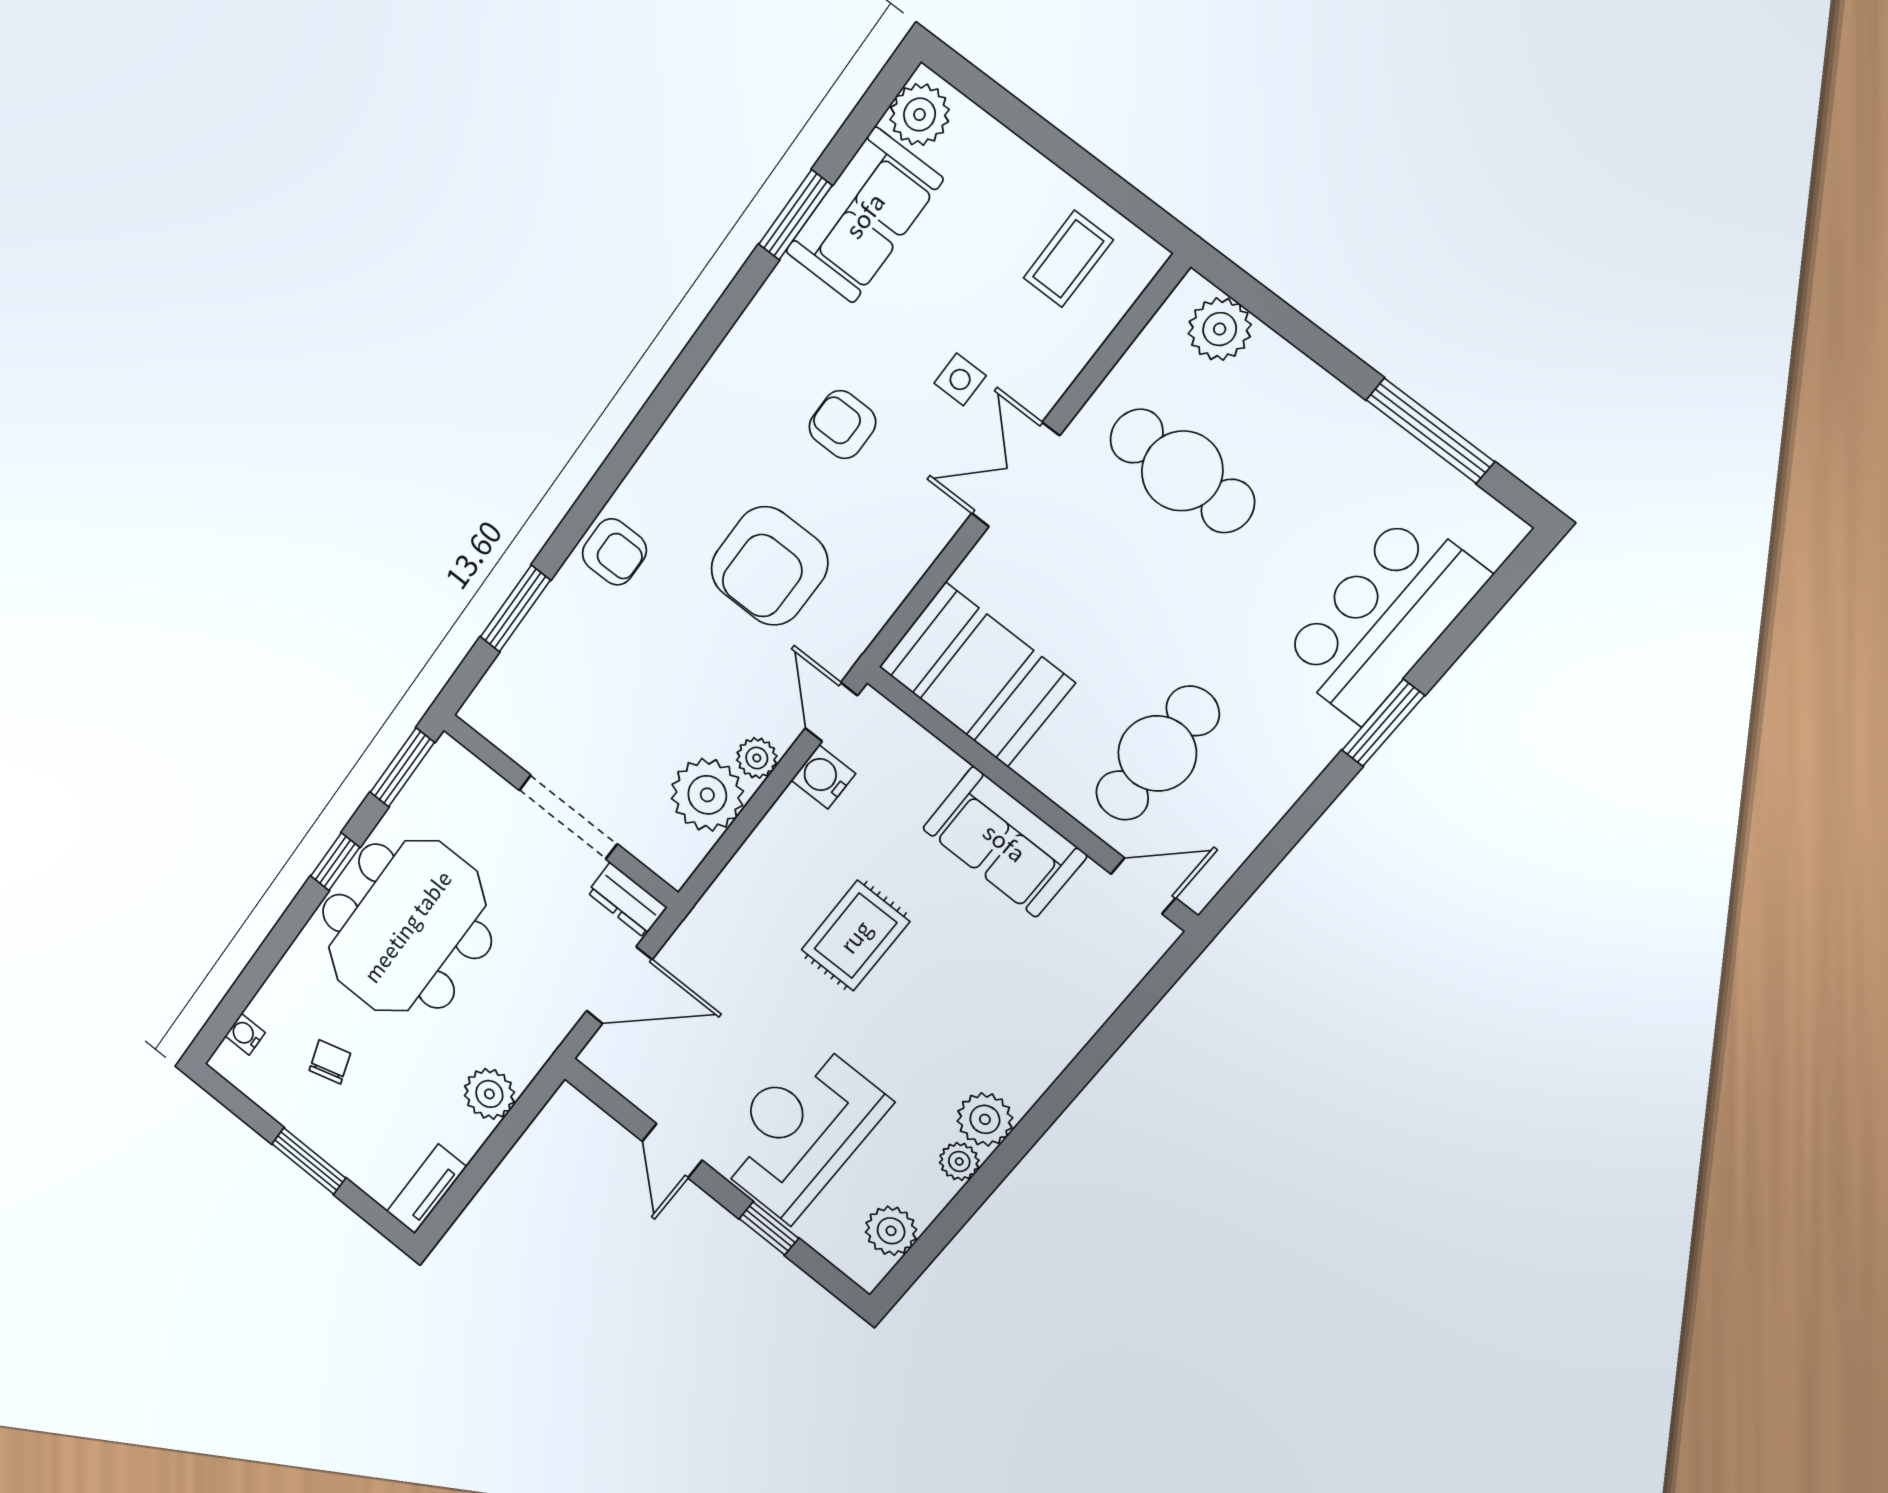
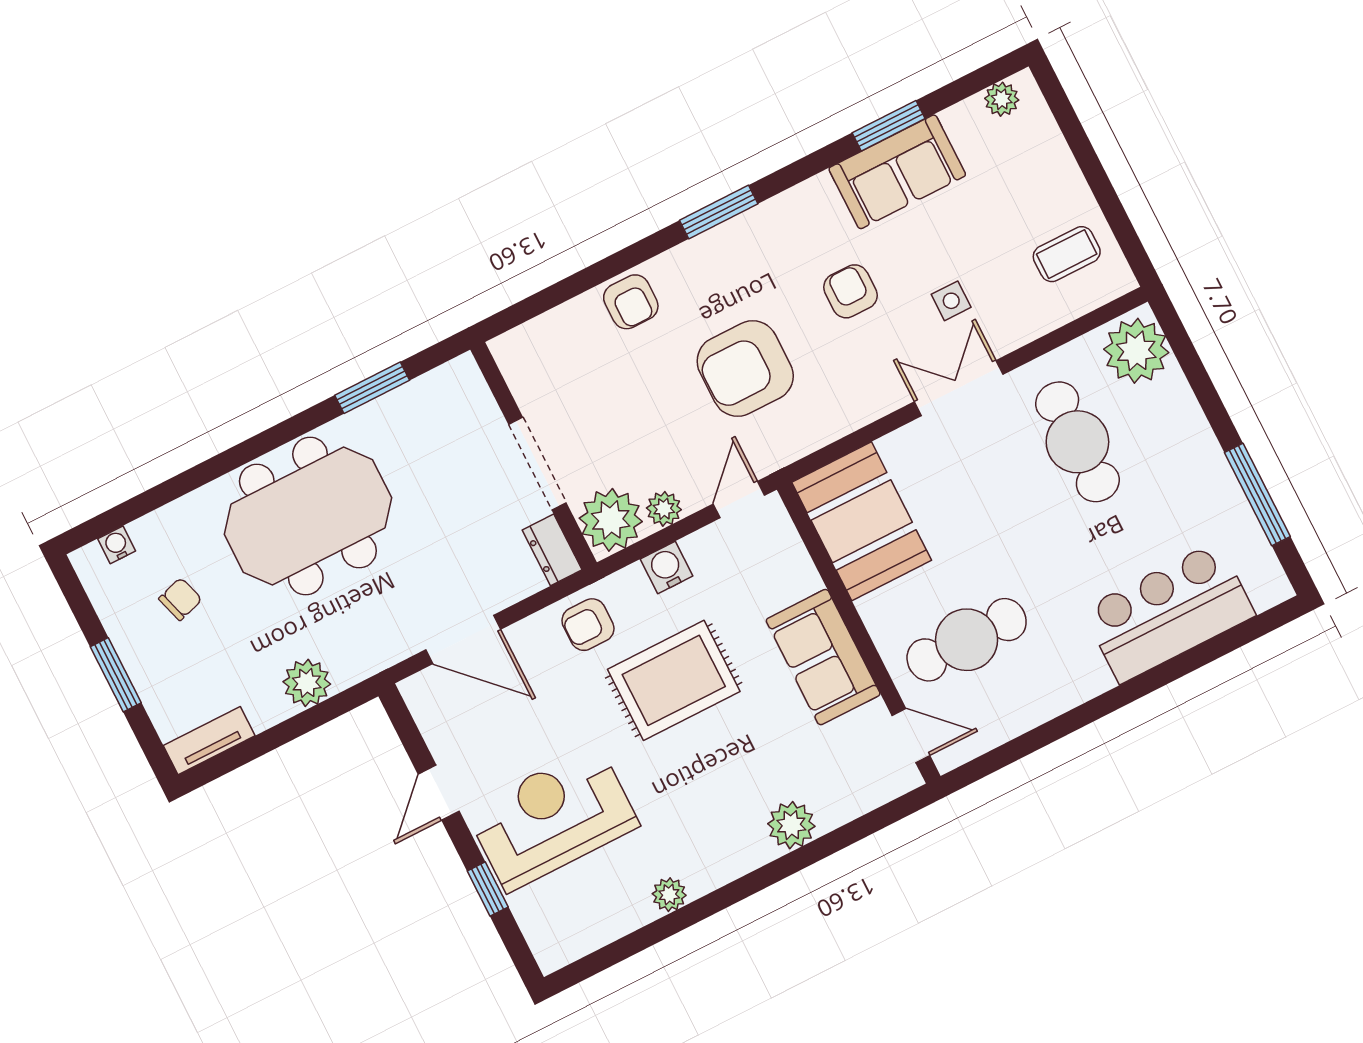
plant: (920, 115) -> (1002, 99), width x0.73, depth x0.73
sofa: (864, 215) -> (897, 172), moved
plant: (1220, 329) -> (1136, 351), width x1.36, depth x1.36
window: (515, 609) -> (719, 212), moved
window: (1383, 723) -> (1136, 689), removed
water cooler: (823, 777) -> (667, 568), moved
wall: (561, 811) -> (534, 456), moved
doorway: (568, 817) -> (537, 463), moved
window: (335, 862) -> (274, 437), removed
dresser: (627, 900) -> (552, 550), moved
armchair: (738, 915) -> (588, 625), added
rug: (855, 936) -> (674, 680), width x1.36, depth x1.43
plant: (985, 1119) -> (791, 825), moved
plant: (891, 1231) -> (587, 930), removed

